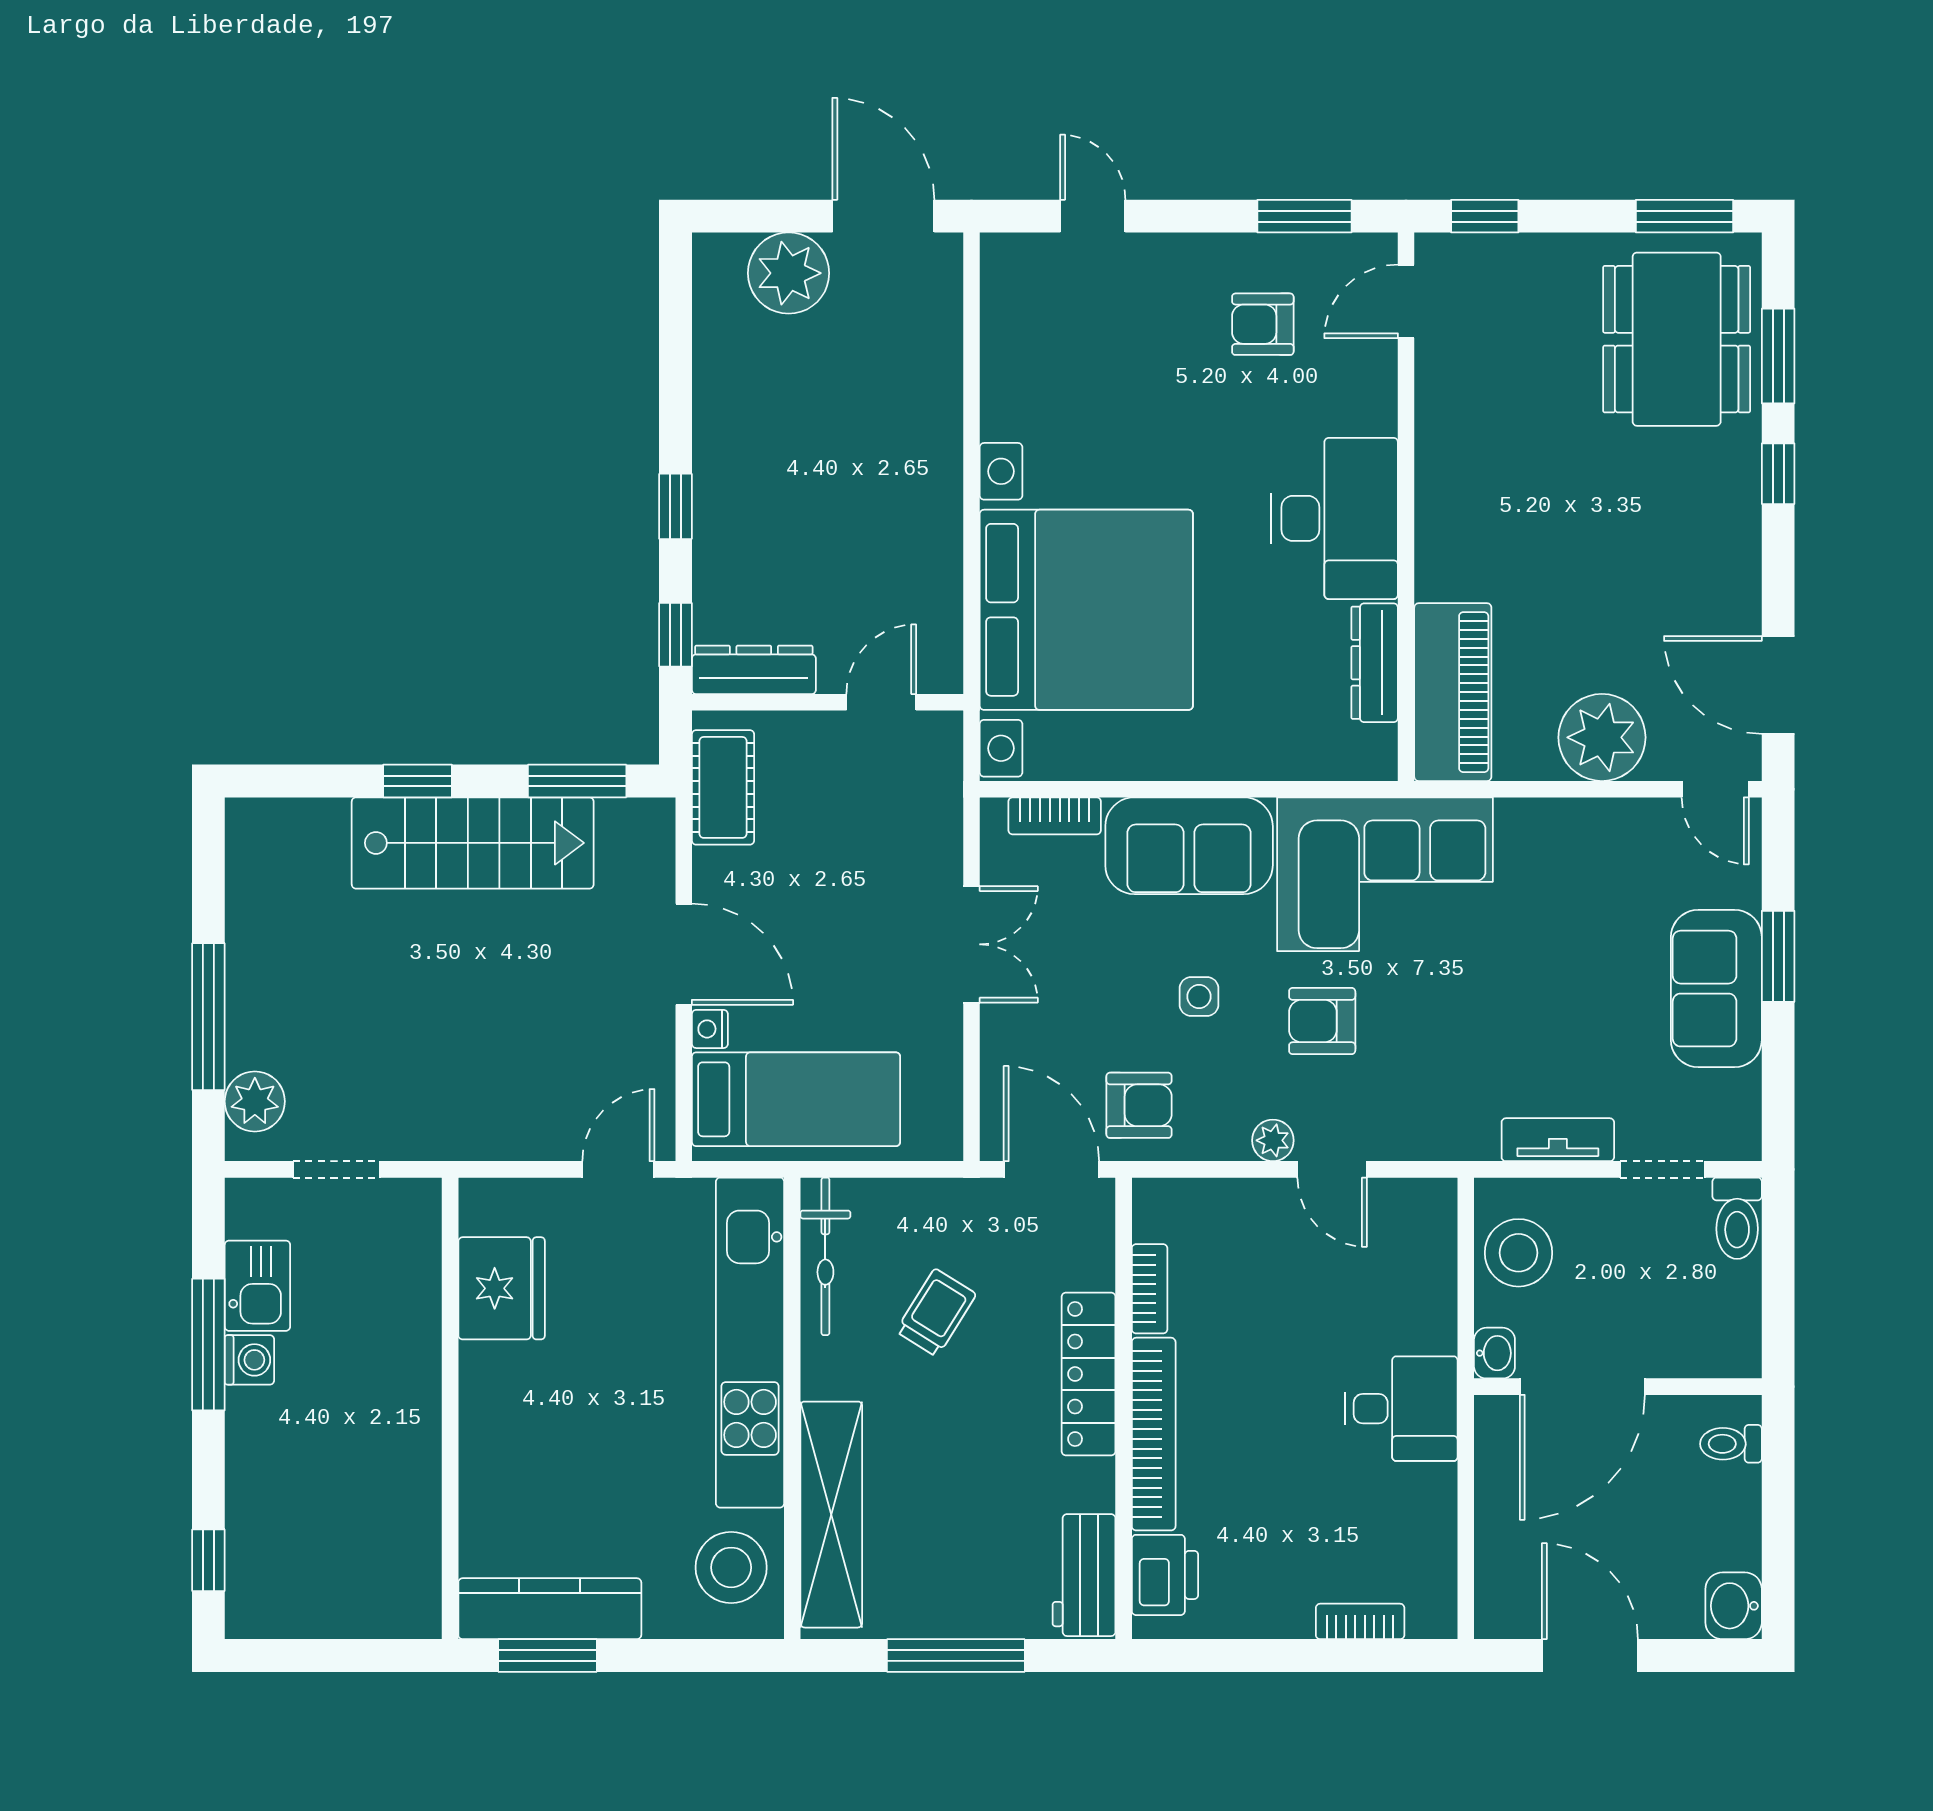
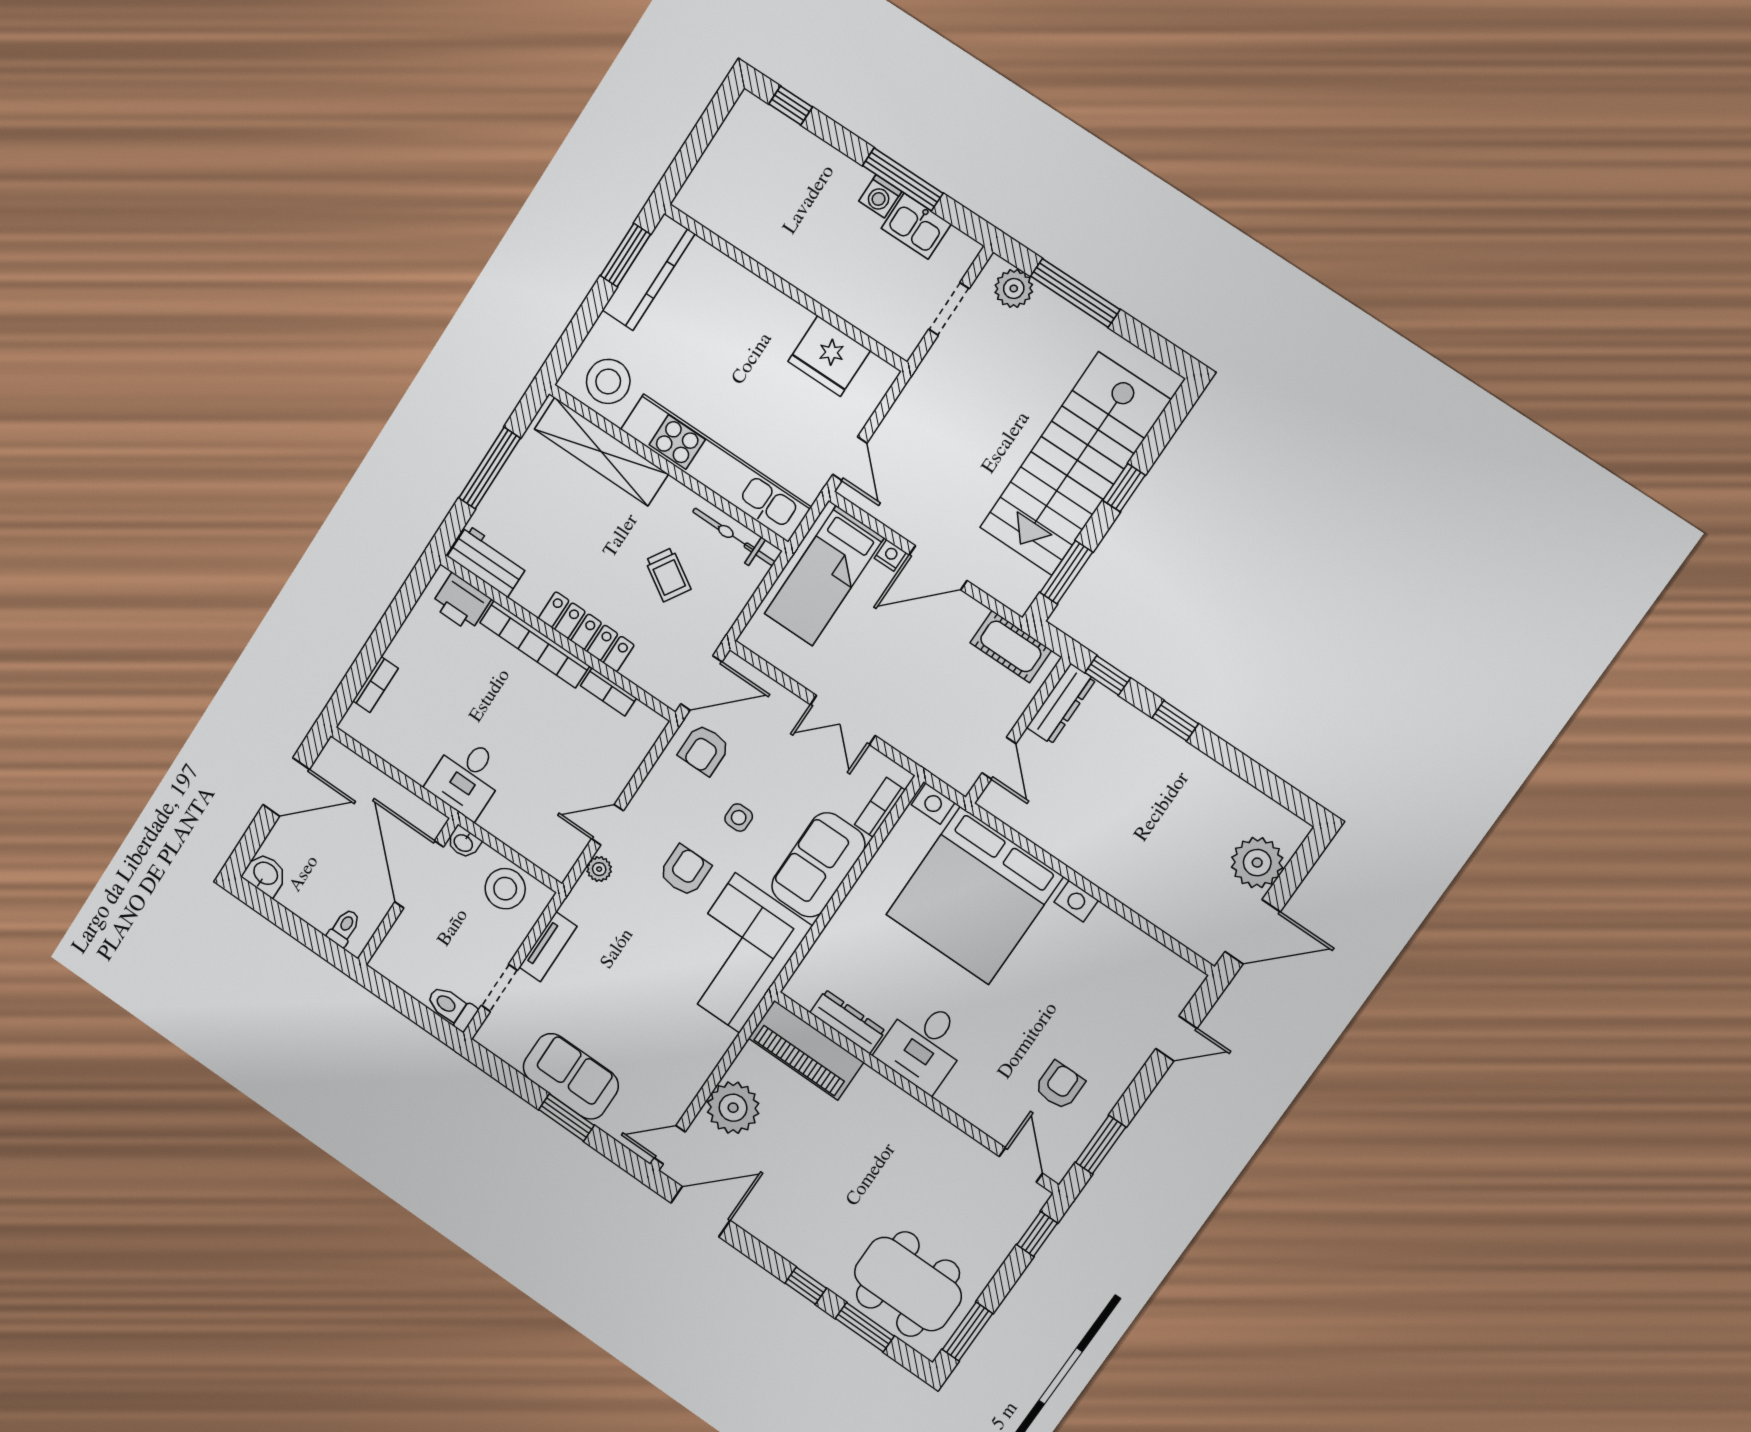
desk: (1335, 518) -> (924, 1045), width x0.73
stairs: (473, 843) -> (1075, 464), width x1.36, depth x1.51
plant: (1273, 1140) -> (599, 869), moved

